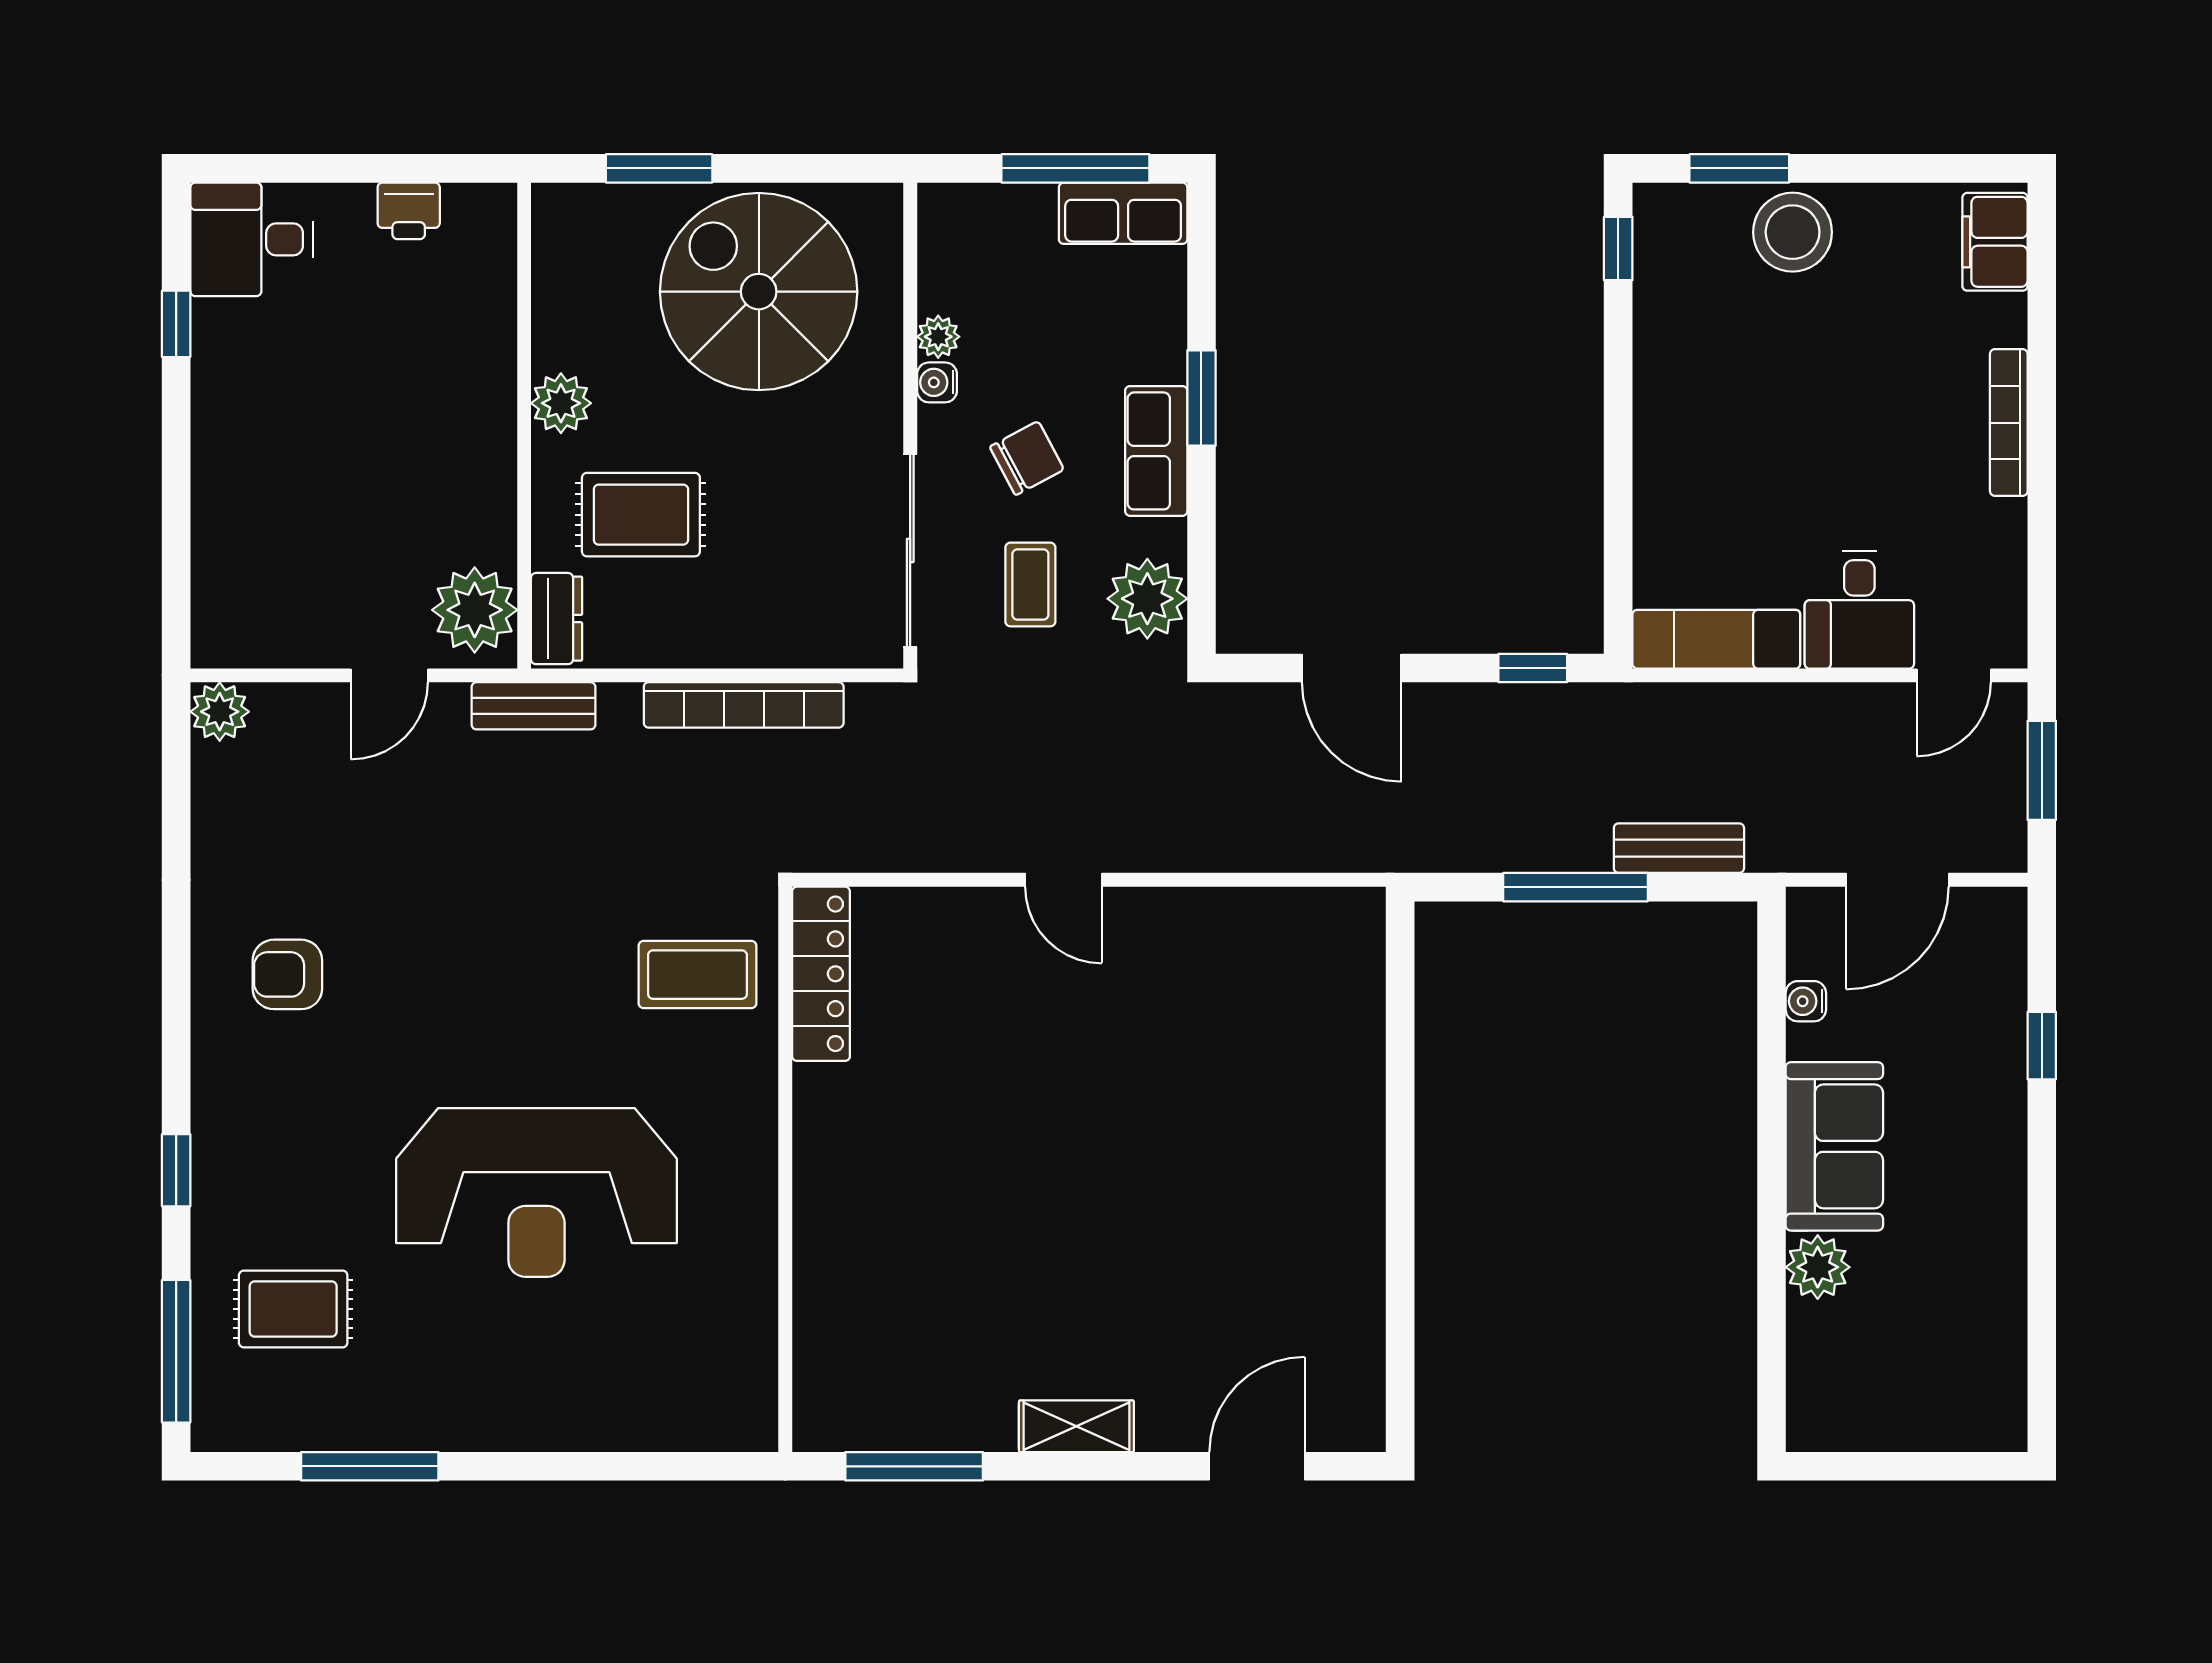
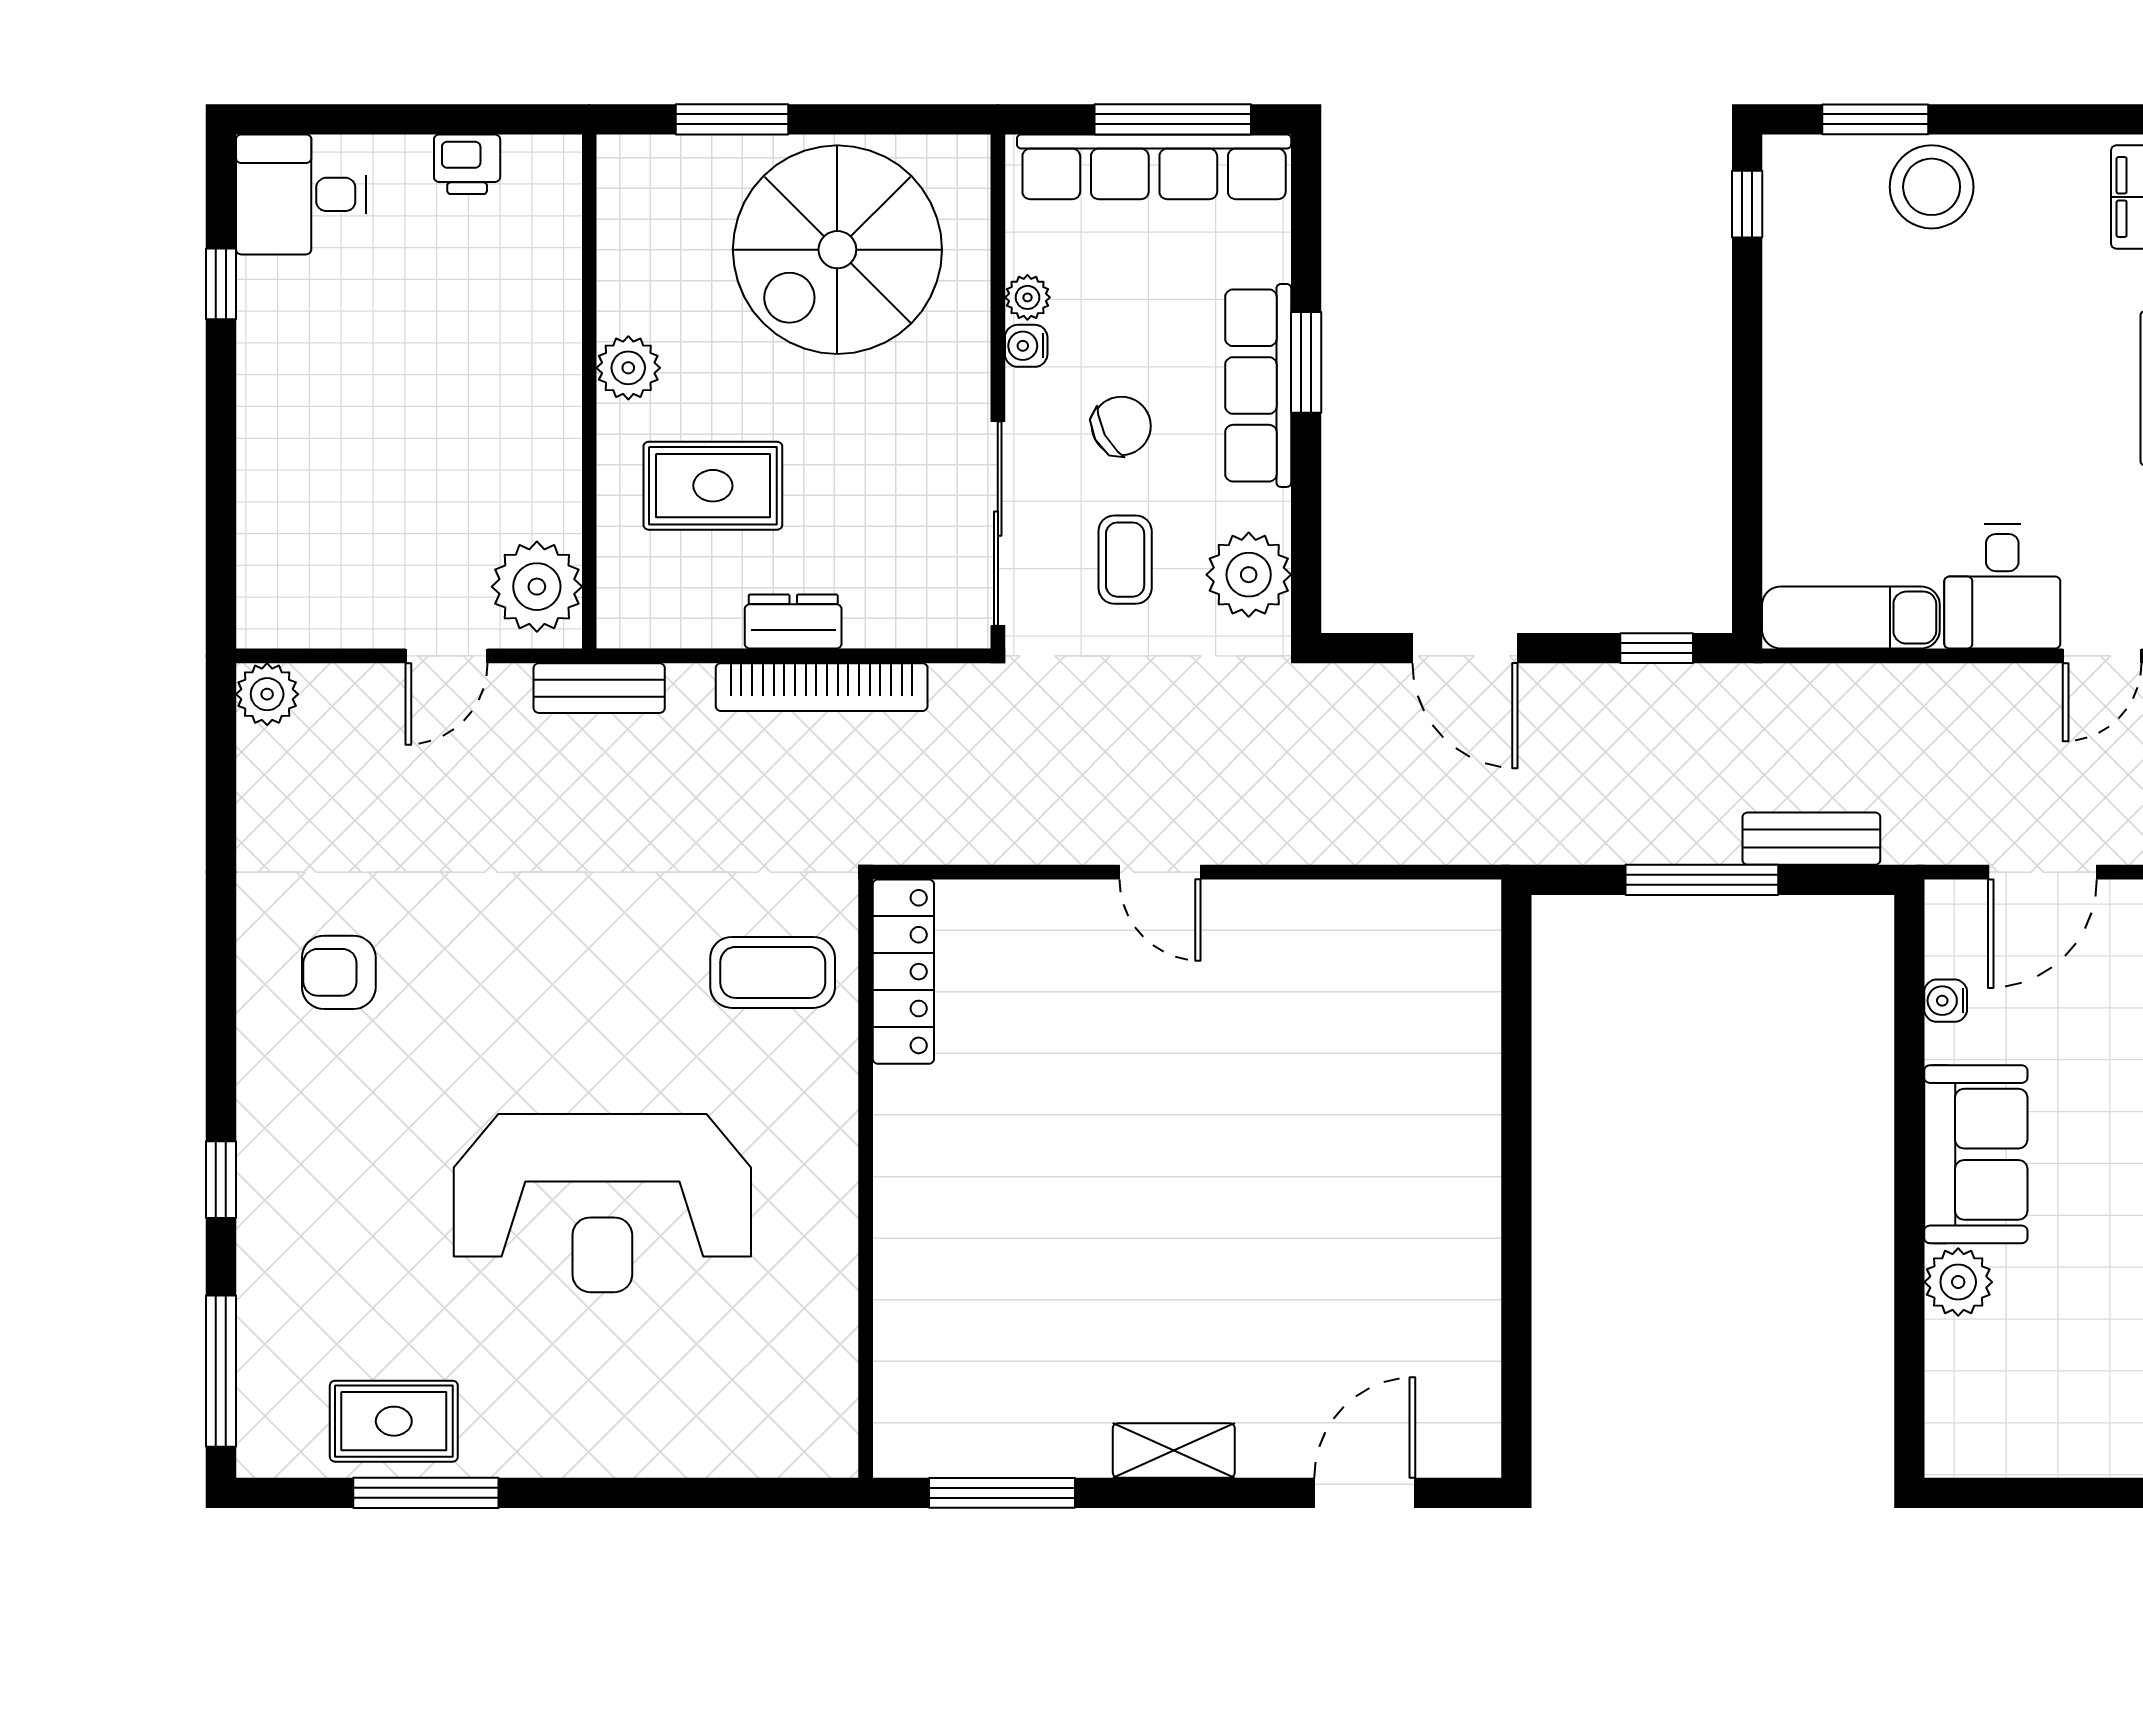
row of seats: (1123, 213) -> (1154, 167), width x2.02
spiral stairs: (759, 292) -> (837, 250), turned -90
row of seats: (1156, 451) -> (1258, 385), width x1.48
dresser: (557, 619) -> (793, 622), moved, turned -90
rug: (293, 1309) -> (394, 1421), moved

